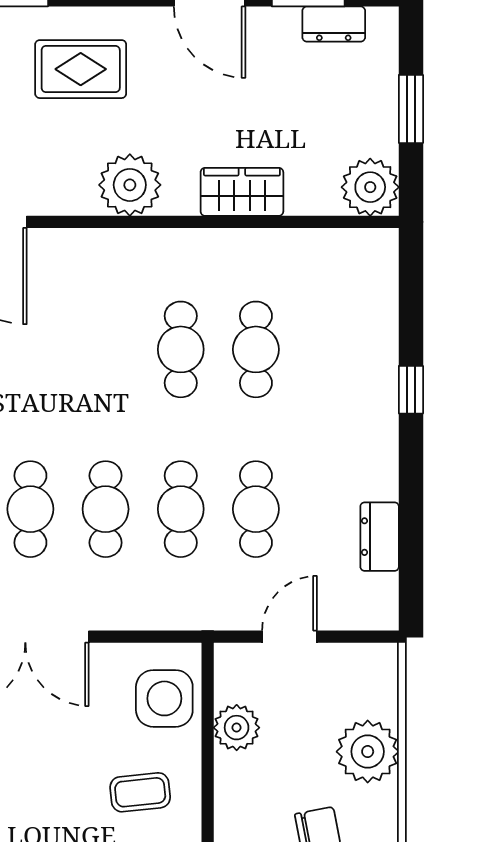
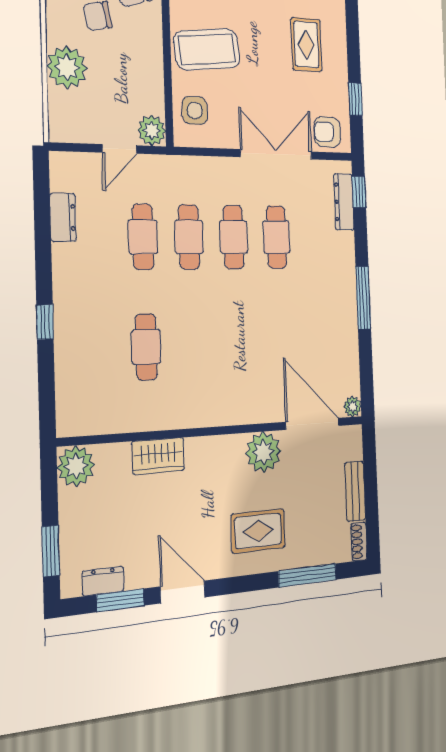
window: (411, 109) -> (51, 551), moved
plant: (130, 185) -> (263, 452), moved
cafe table: (181, 349) -> (192, 345), removed
side table: (164, 698) -> (195, 110), width x0.73, depth x0.73
plant: (237, 728) -> (152, 130), moved
coffee table: (140, 792) -> (207, 49), width x1.86, depth x1.72

